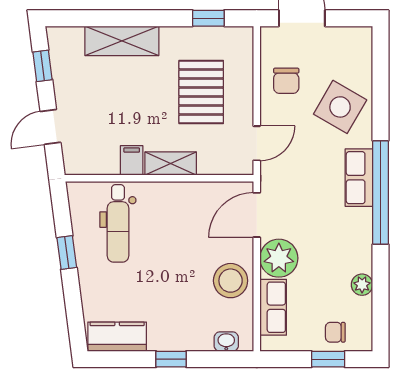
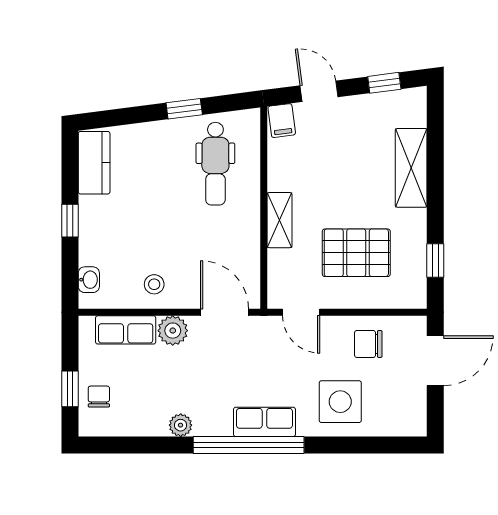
side table: (340, 107) -> (340, 402), turned -30
filing cabinet: (132, 160) -> (282, 121), moved, turned 83
dental chair: (118, 223) -> (215, 164), turned -90
plant: (279, 258) -> (173, 331), width x0.73, depth x0.73
stool: (231, 281) -> (154, 284), width x0.53, depth x0.53
plant: (362, 285) -> (181, 425), moved

